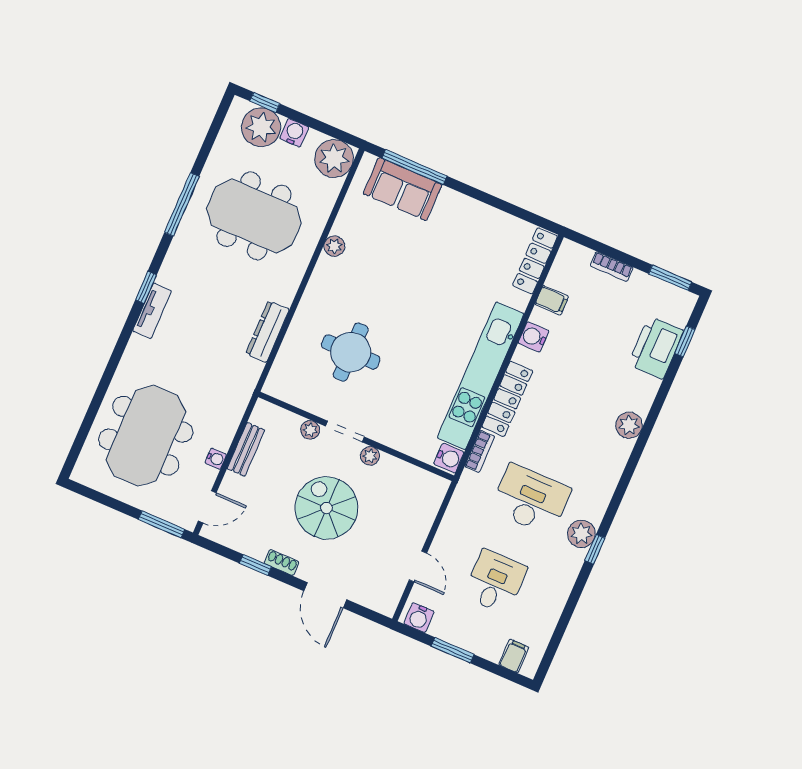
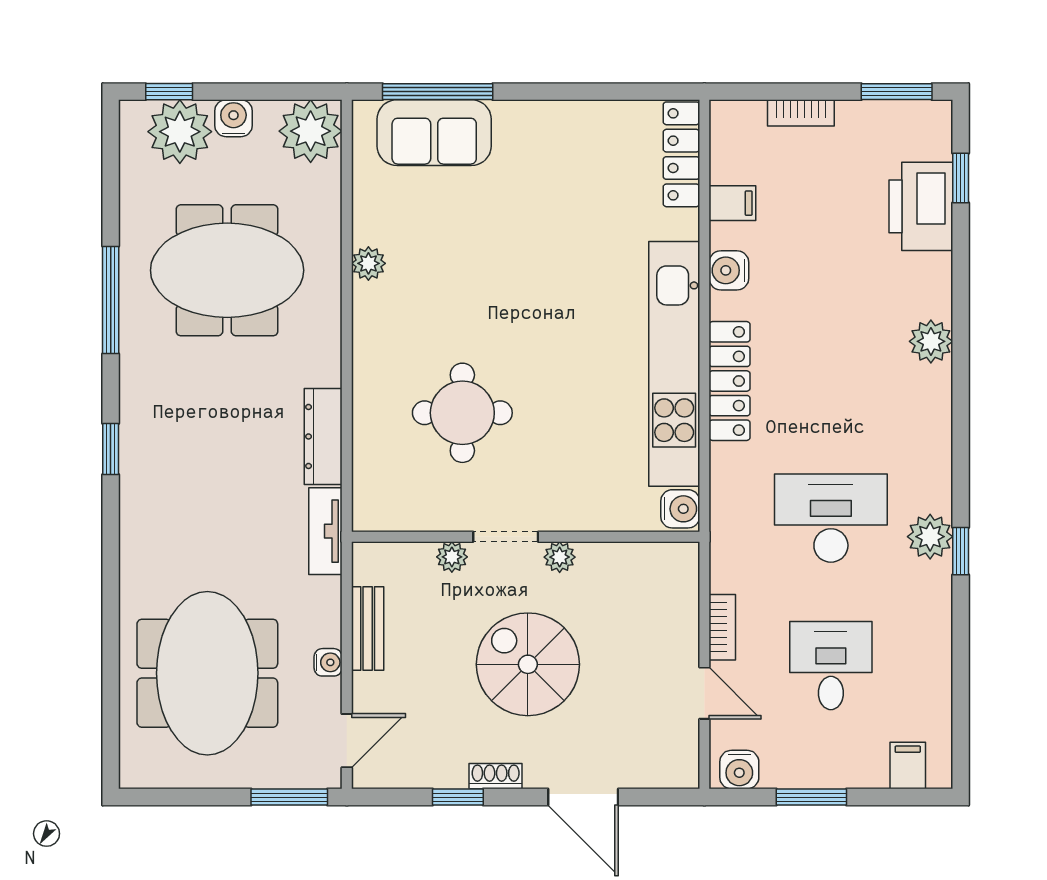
tv unit: (152, 311) -> (325, 531), moved, turned 180
bookcase: (480, 451) -> (722, 627), moved

